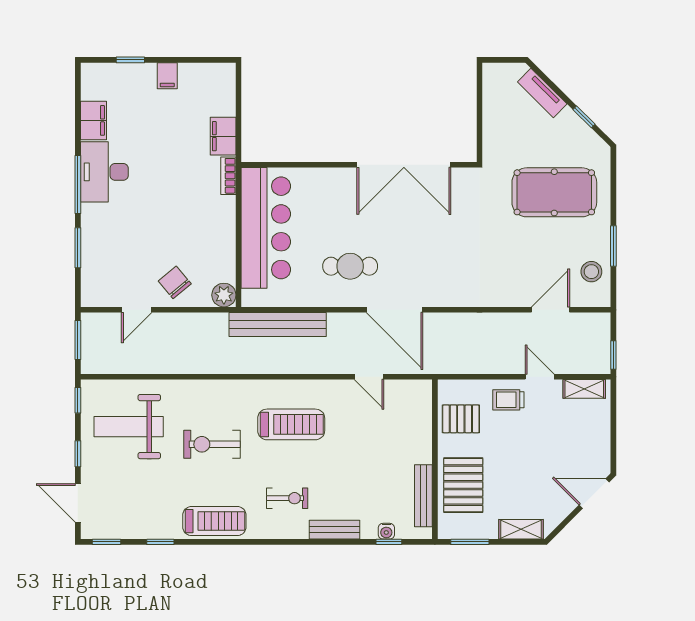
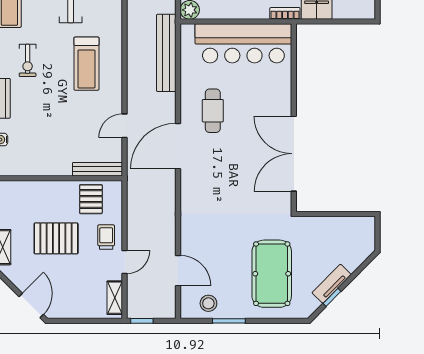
tv unit: (542, 93) -> (332, 284), moved
pallet: (463, 485) -> (56, 238), moved
bench: (423, 496) -> (97, 169), moved

